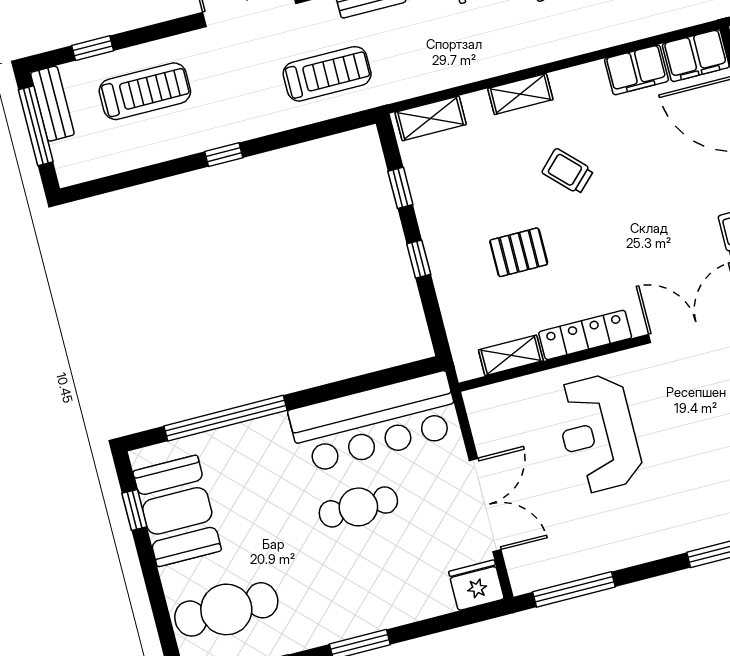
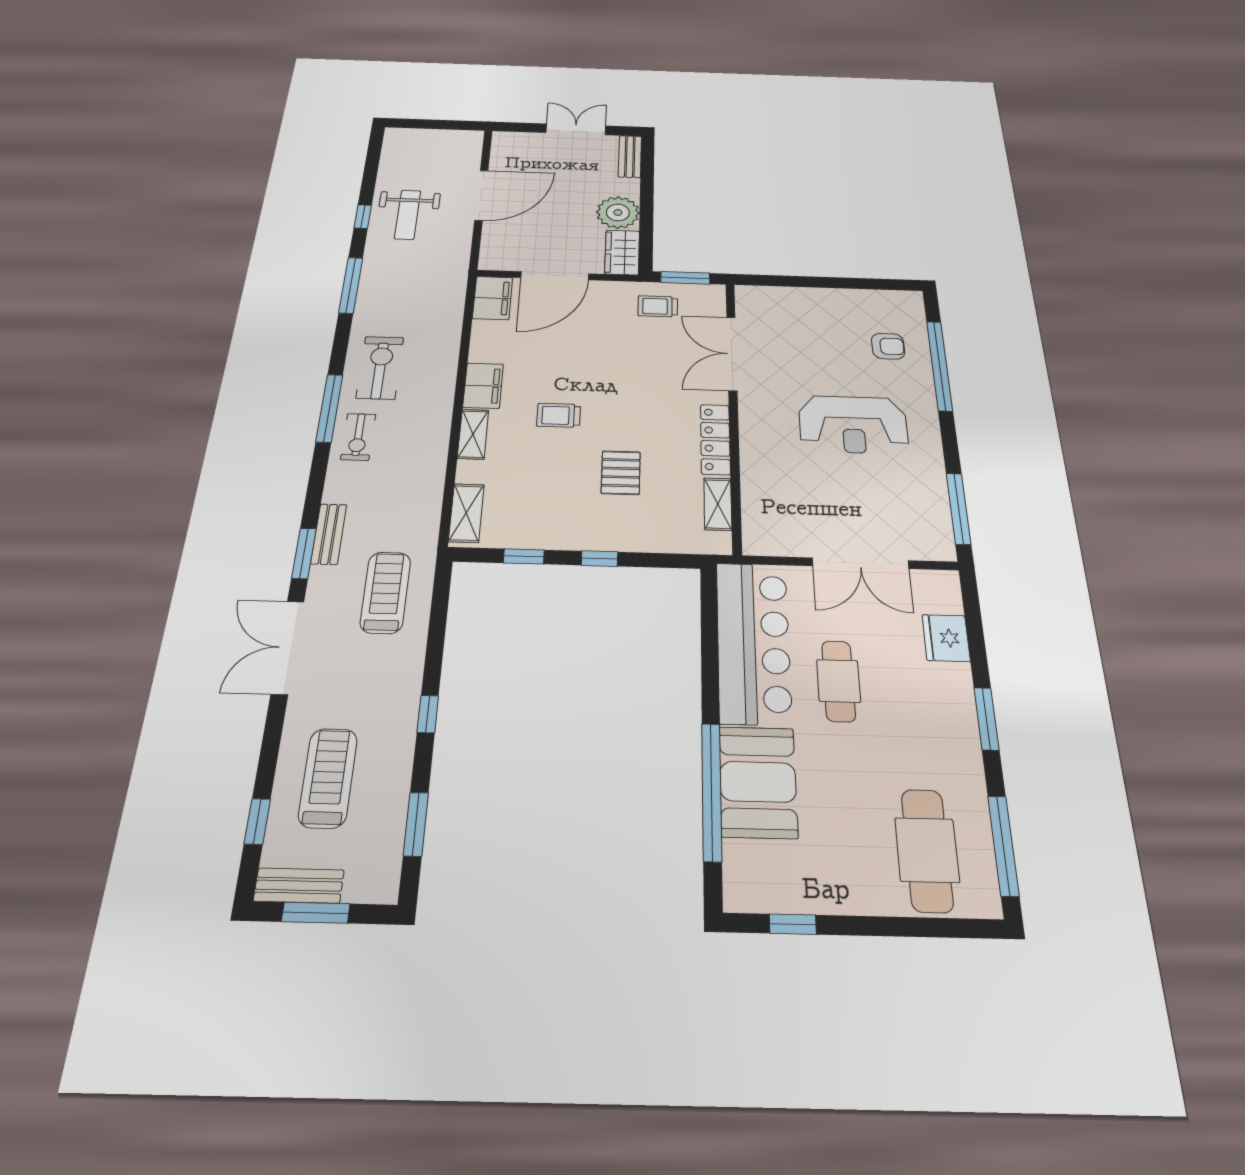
filing cabinet: (637, 70) -> (483, 386), moved
window: (36, 126) -> (316, 913), width x0.69
trolley: (568, 171) -> (559, 415), turned 45
window: (127, 179) -> (416, 824), added
reception desk: (598, 434) -> (853, 425), moved
double door: (485, 505) -> (860, 563), swing flipped
booth: (177, 511) -> (758, 782), moved, turned 90
fridge: (476, 585) -> (946, 638), moved

